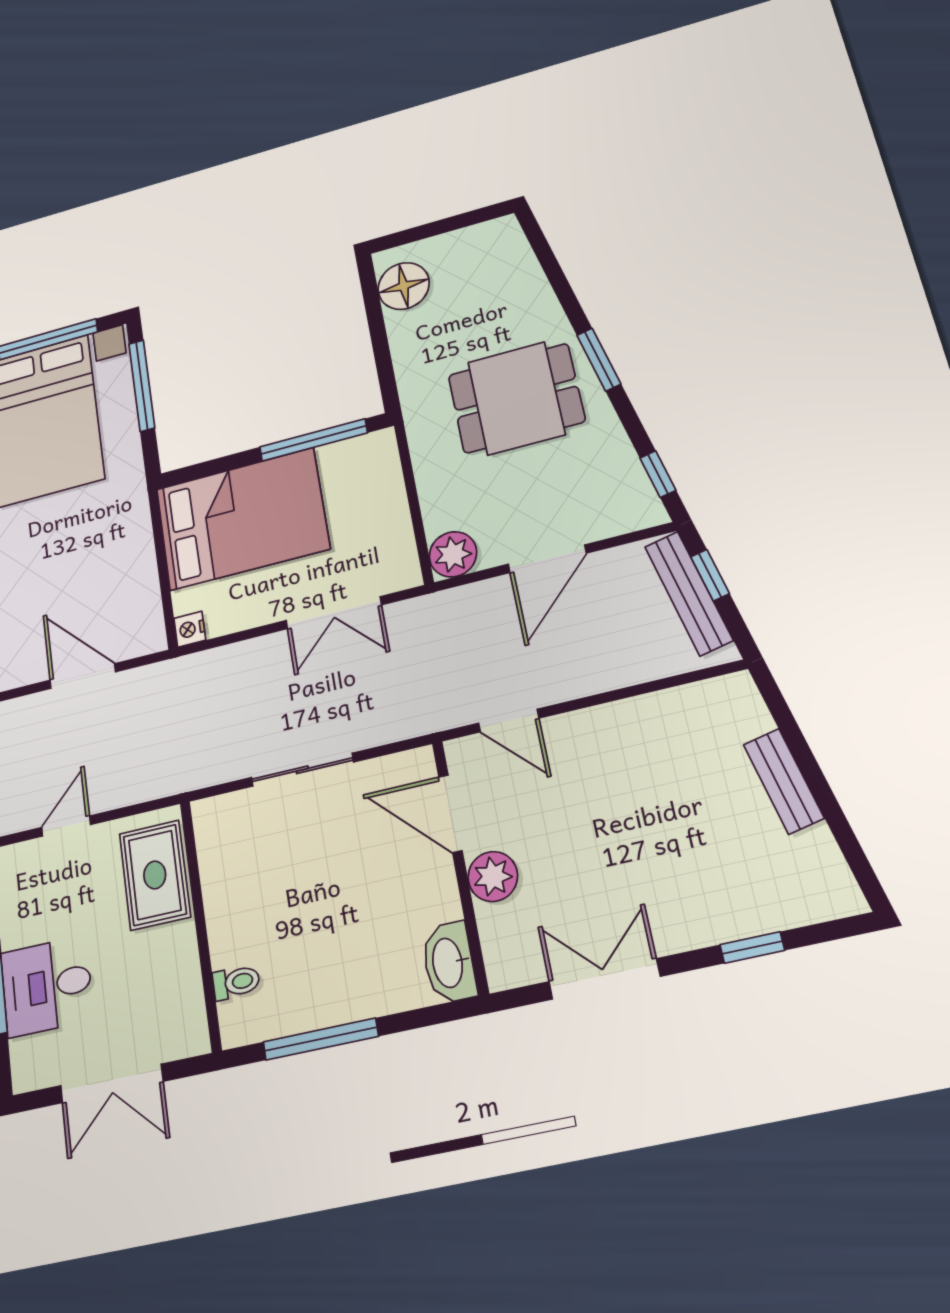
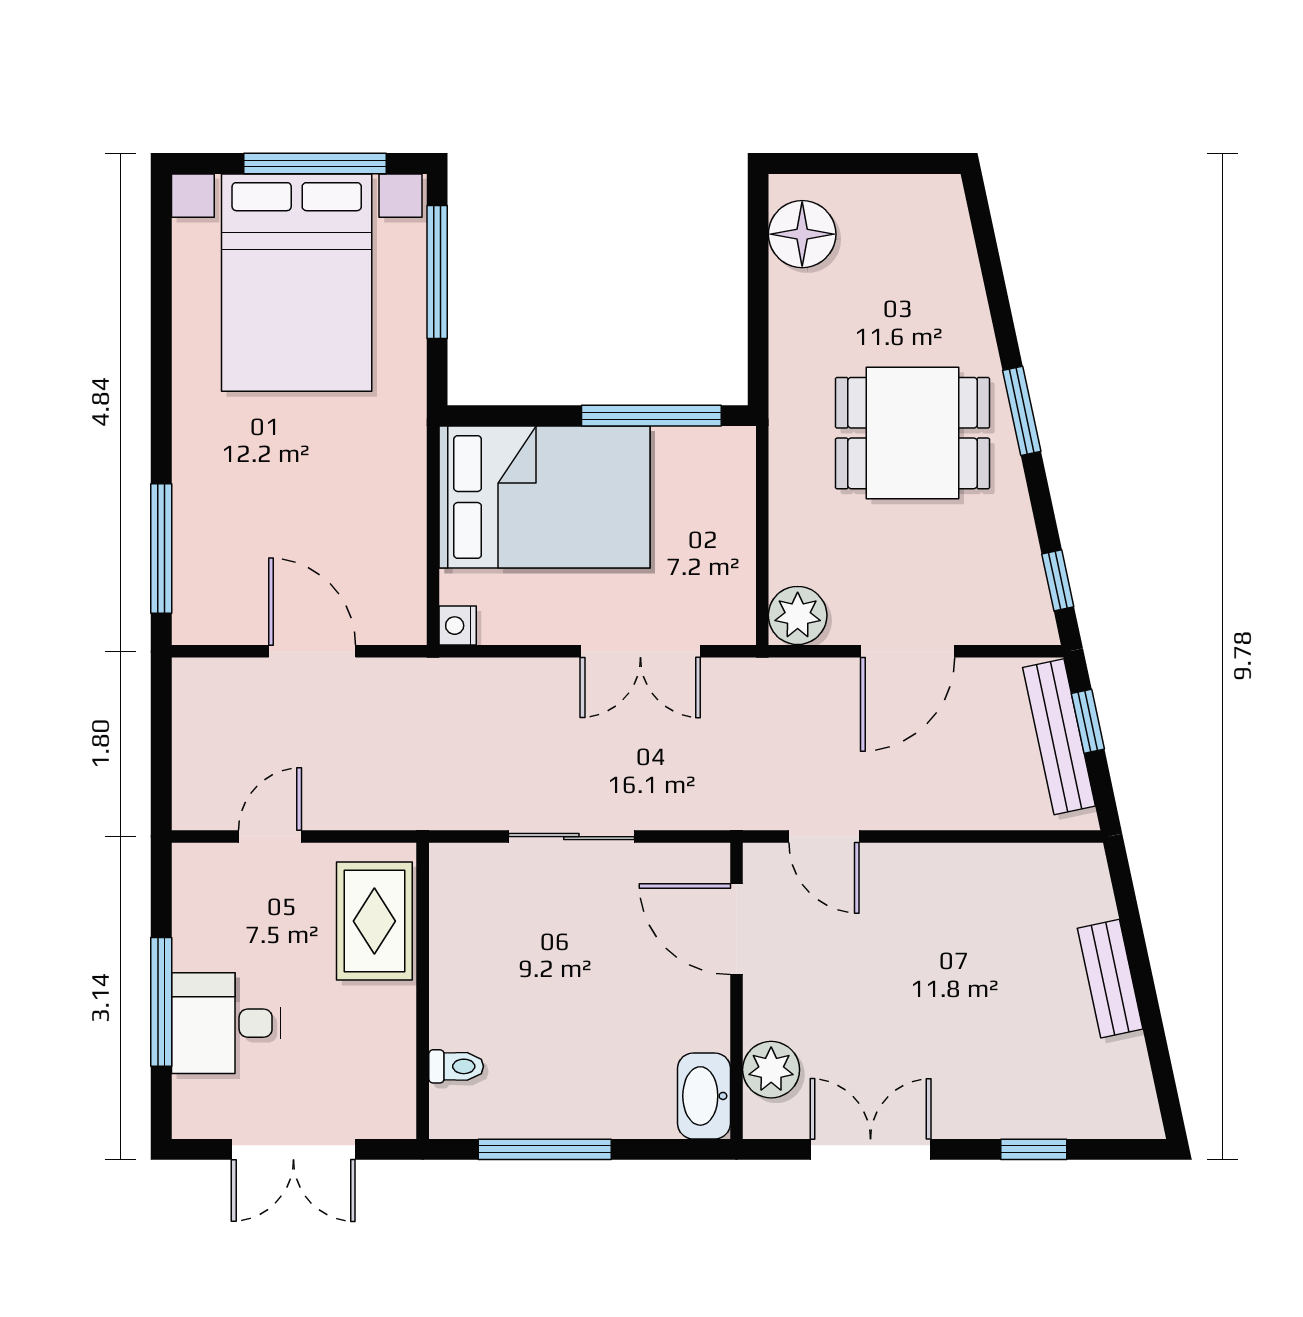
plant: (493, 876) -> (771, 1070), moved

